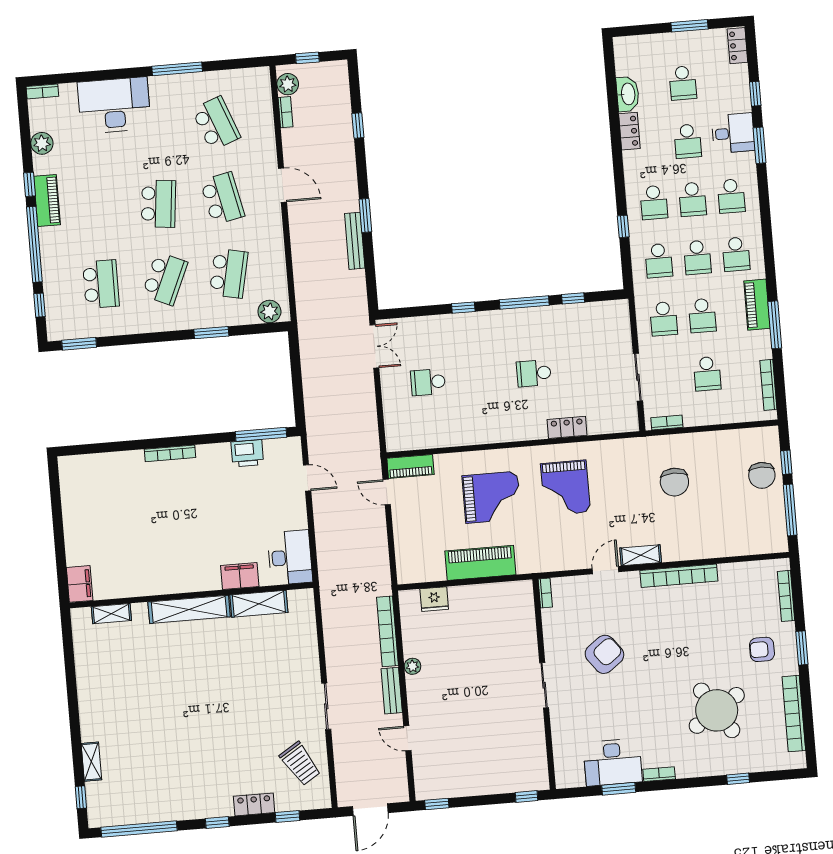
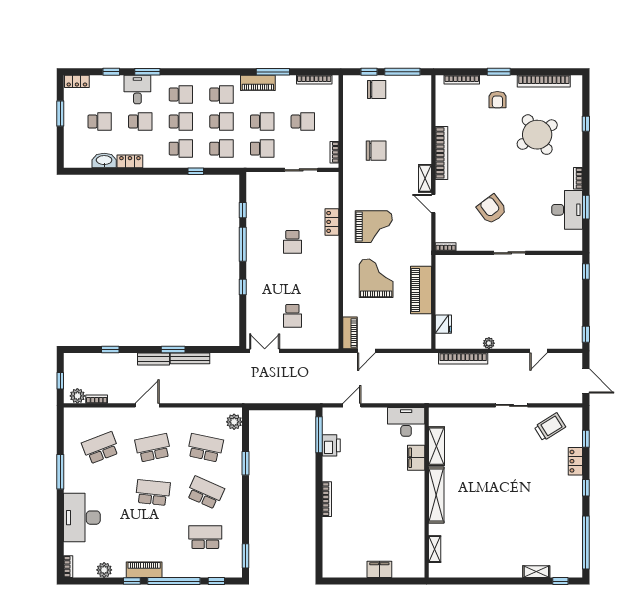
filing cabinet: (80, 584) -> (379, 569), moved
bench: (392, 691) -> (153, 359), moved

